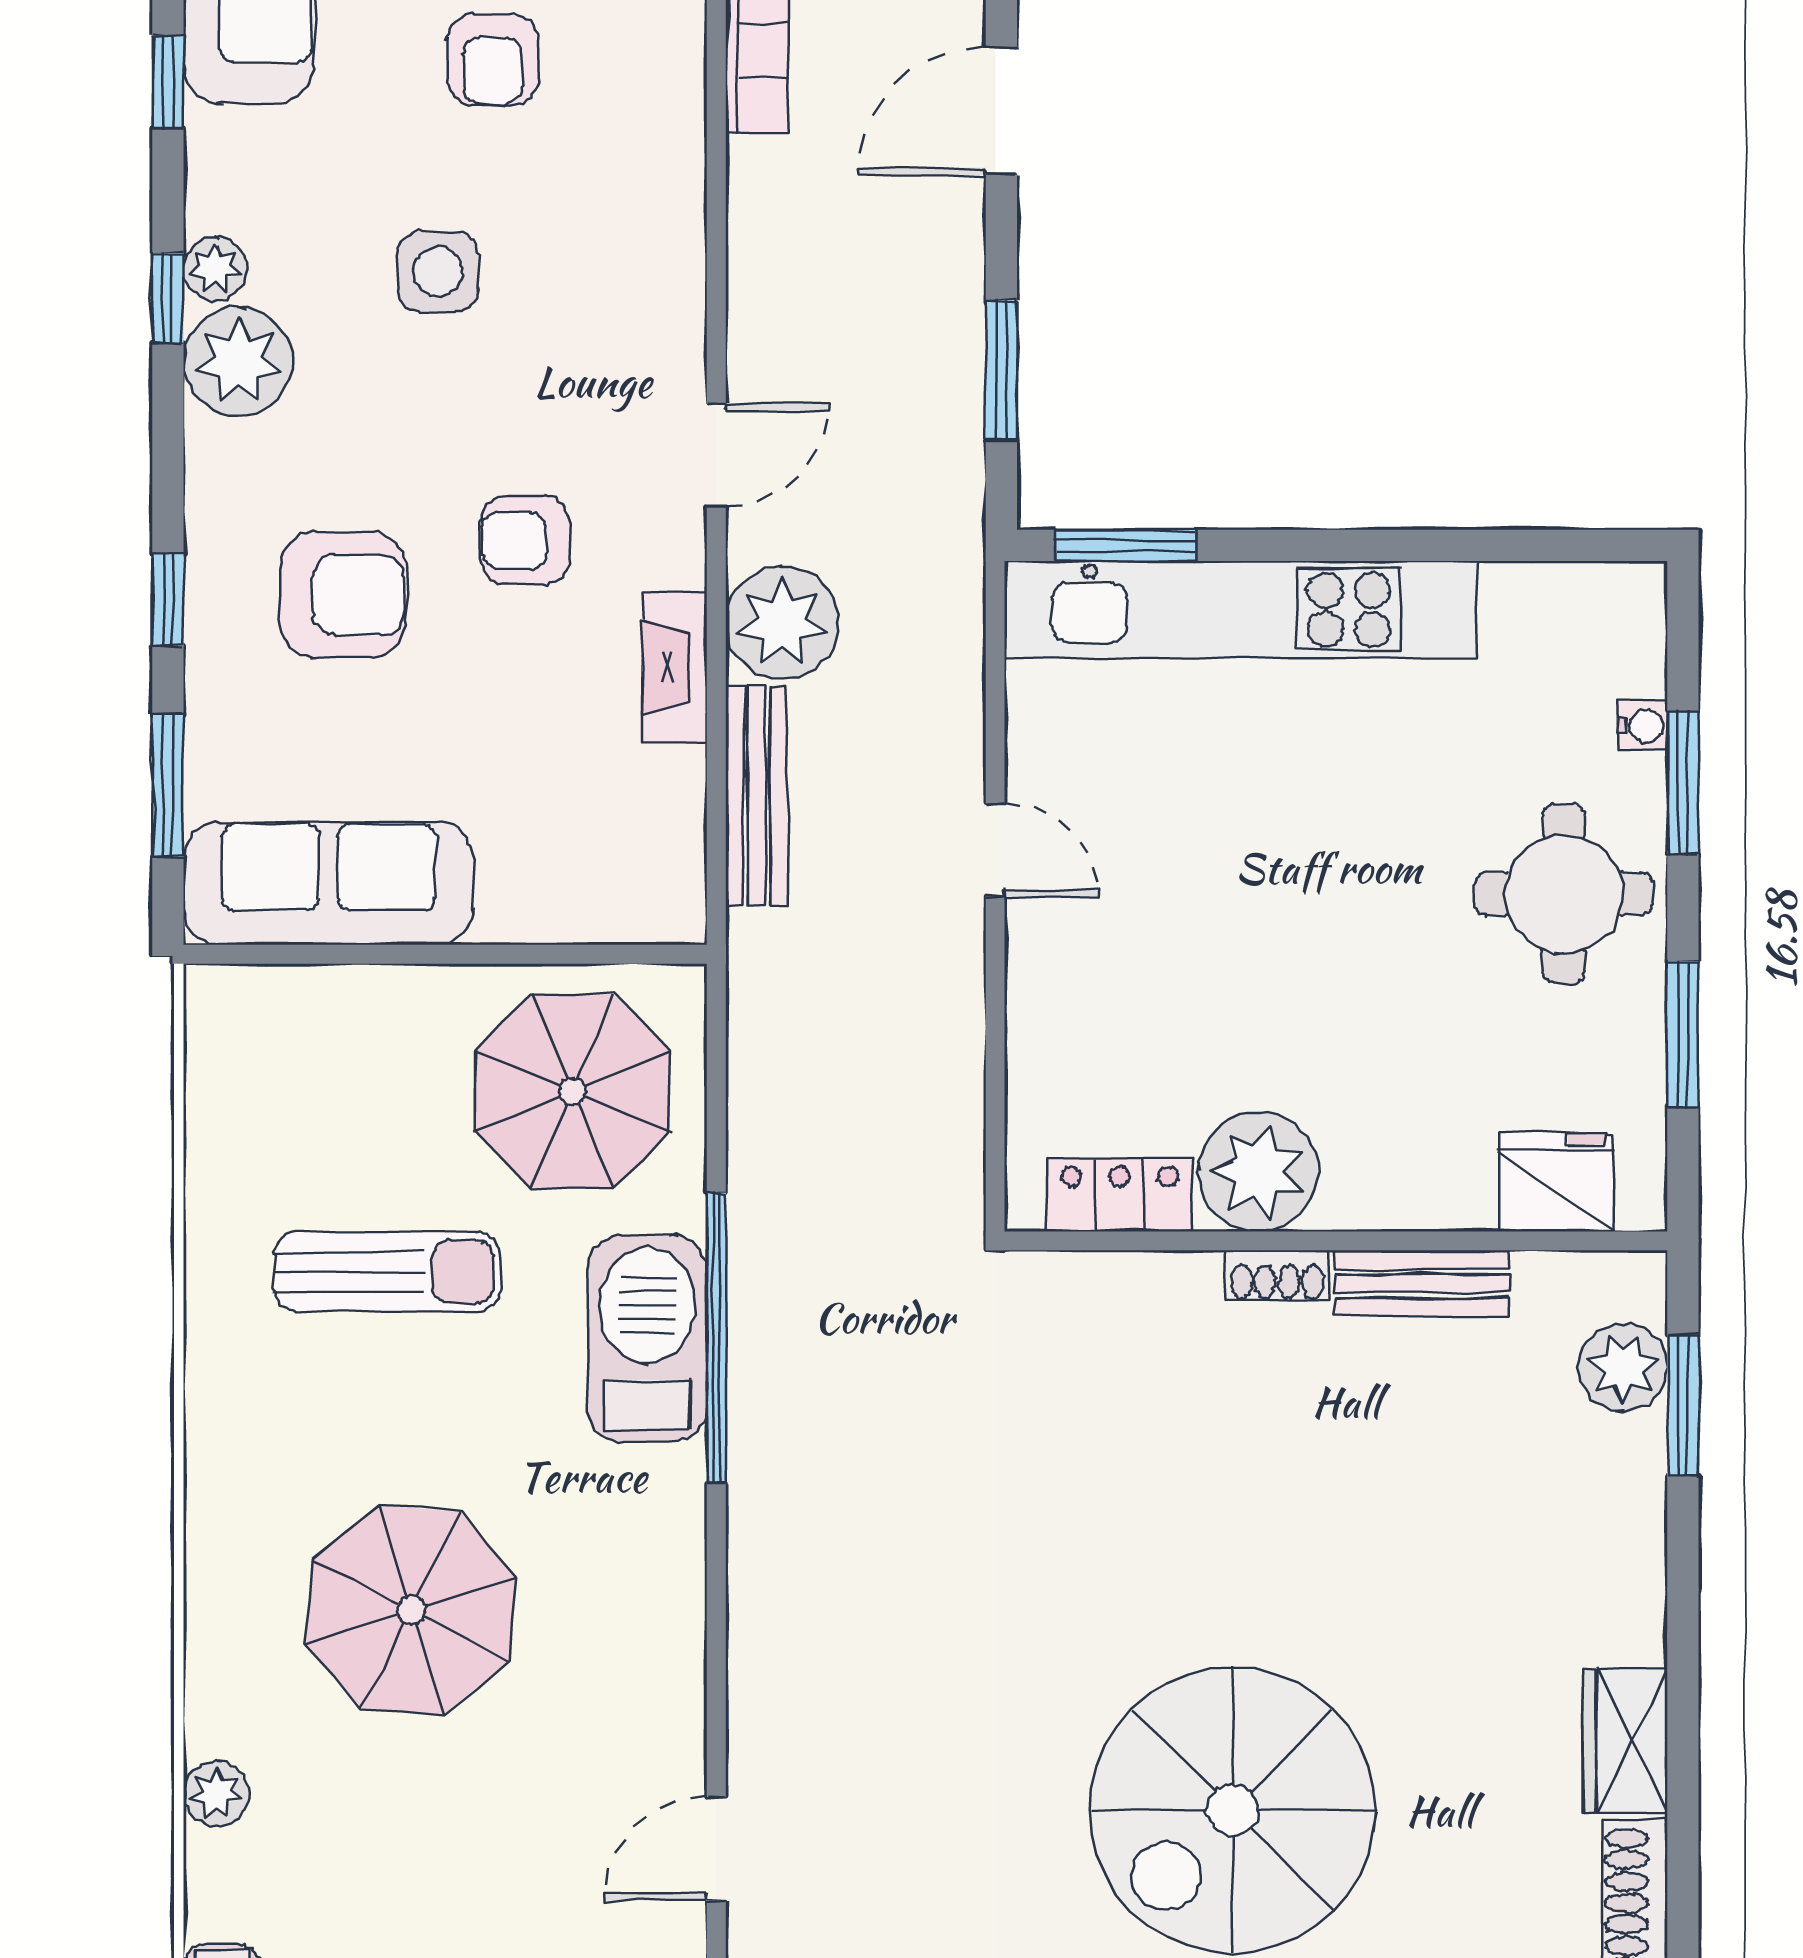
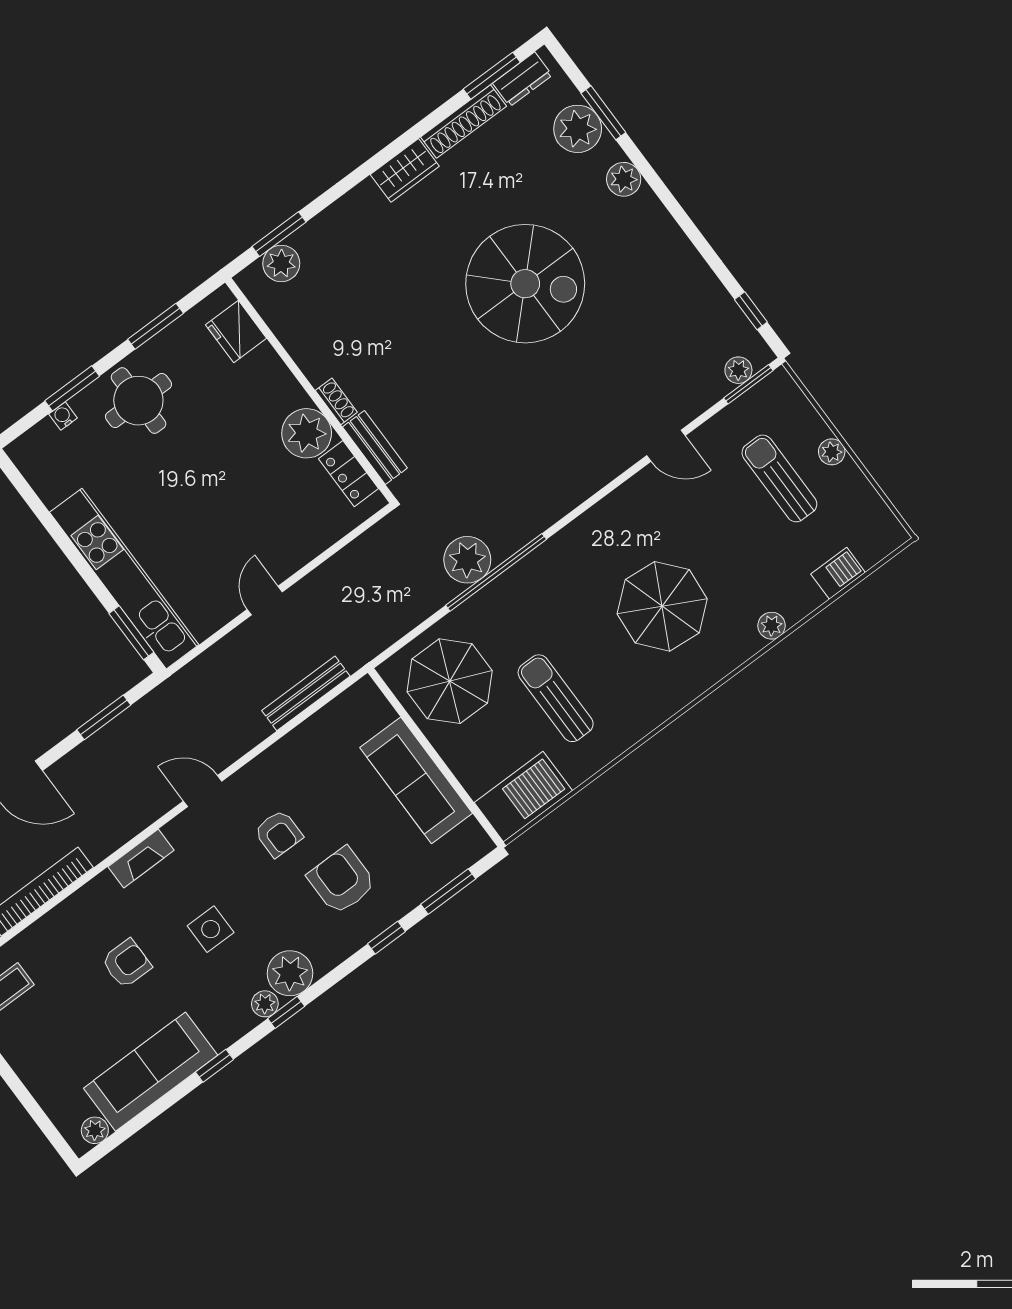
plant: (782, 623) -> (467, 560), moved
fireplace: (675, 667) -> (141, 858), moved
sofa: (329, 883) -> (416, 780), moved
bench: (1422, 1283) -> (375, 448), moved
barbecue: (647, 1338) -> (523, 797), moved, turned 180

